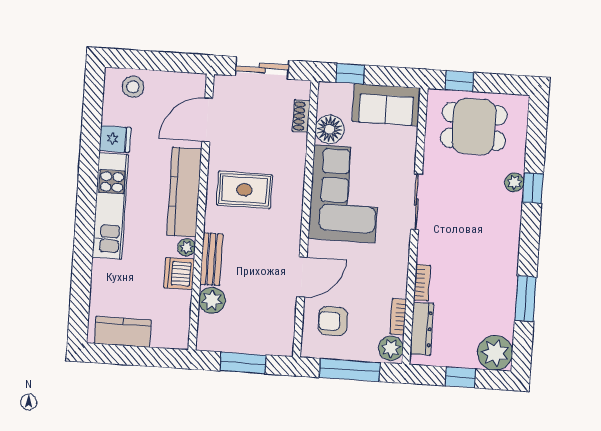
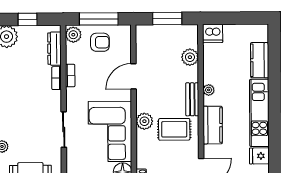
kitchen counter: (184, 192) -> (213, 125), width x0.67
plant: (290, 206) -> (144, 121), added
bench: (211, 259) -> (192, 99), moved
dishwasher: (179, 274) -> (213, 34), moved, turned 90
bookcase: (398, 317) -> (70, 76), moved
armchair: (333, 321) -> (100, 42), moved
kitchen counter: (123, 332) -> (260, 60), moved, turned 90

